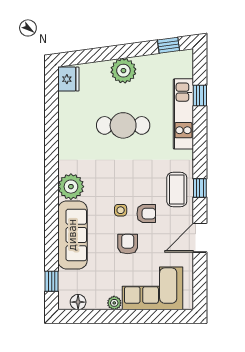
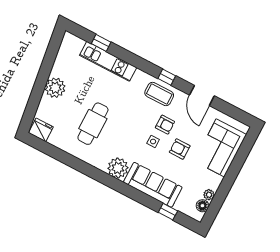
window: (169, 45) -> (54, 46), removed
cafe table: (123, 125) -> (93, 124), moved
armchair: (146, 214) -> (165, 125), turned 90
window: (52, 281) -> (168, 212), moved
plant: (114, 303) -> (209, 195), moved

